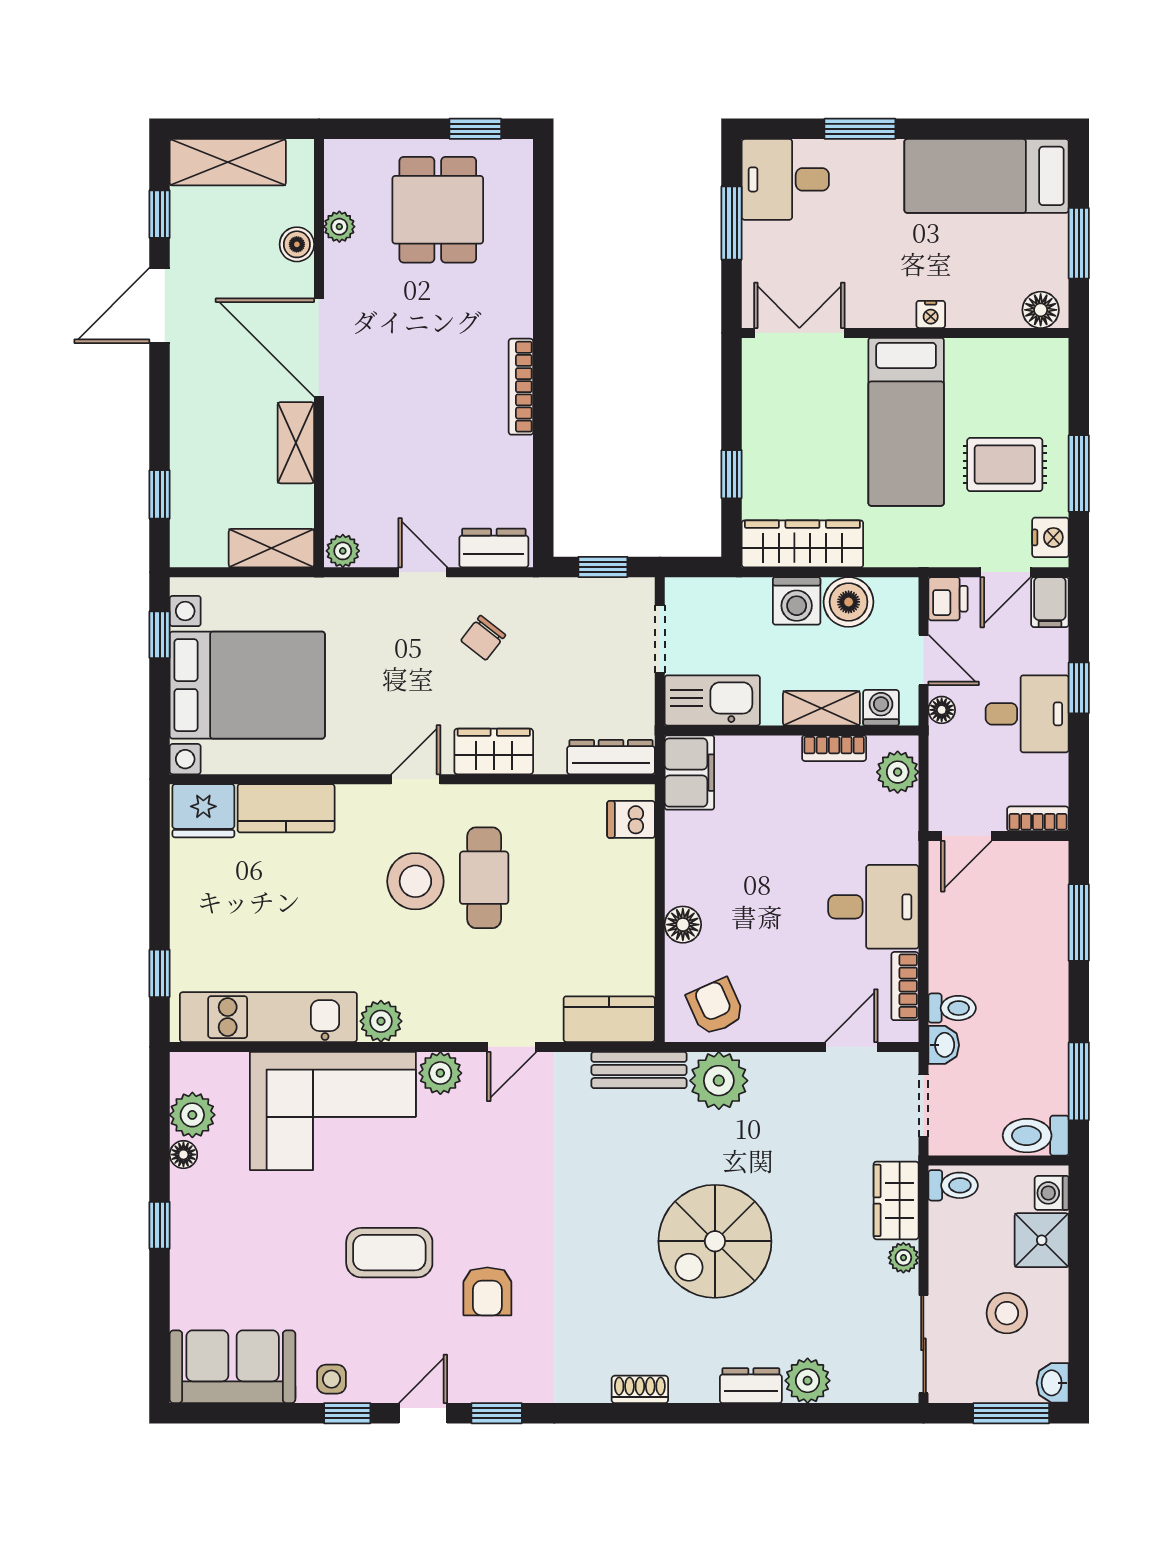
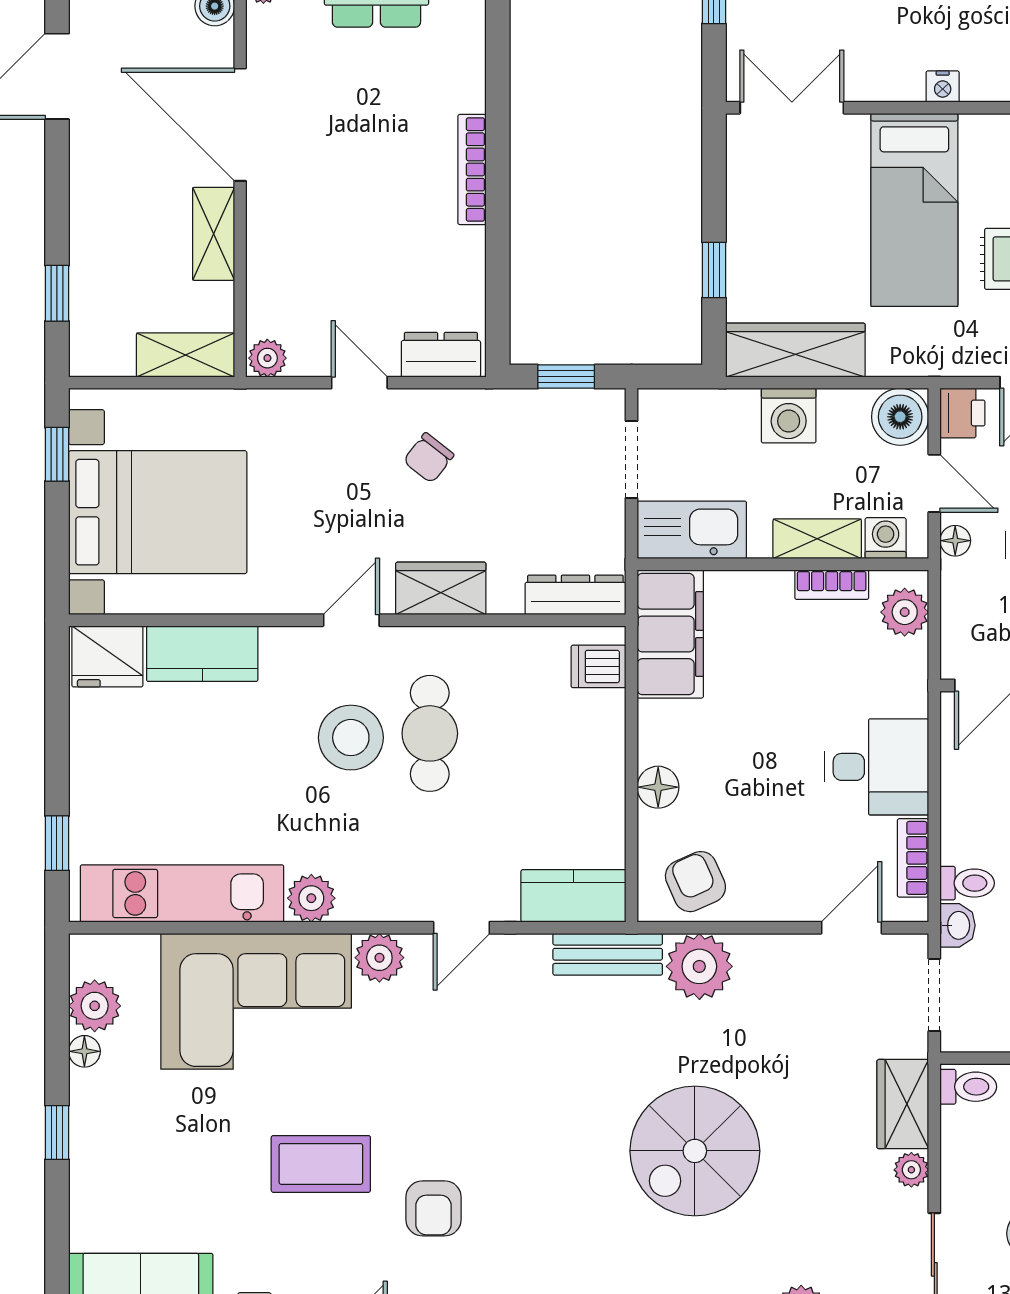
boiler: (849, 602) -> (900, 417), moved
filing cabinet: (689, 773) -> (670, 634), width x1.50, depth x1.17

